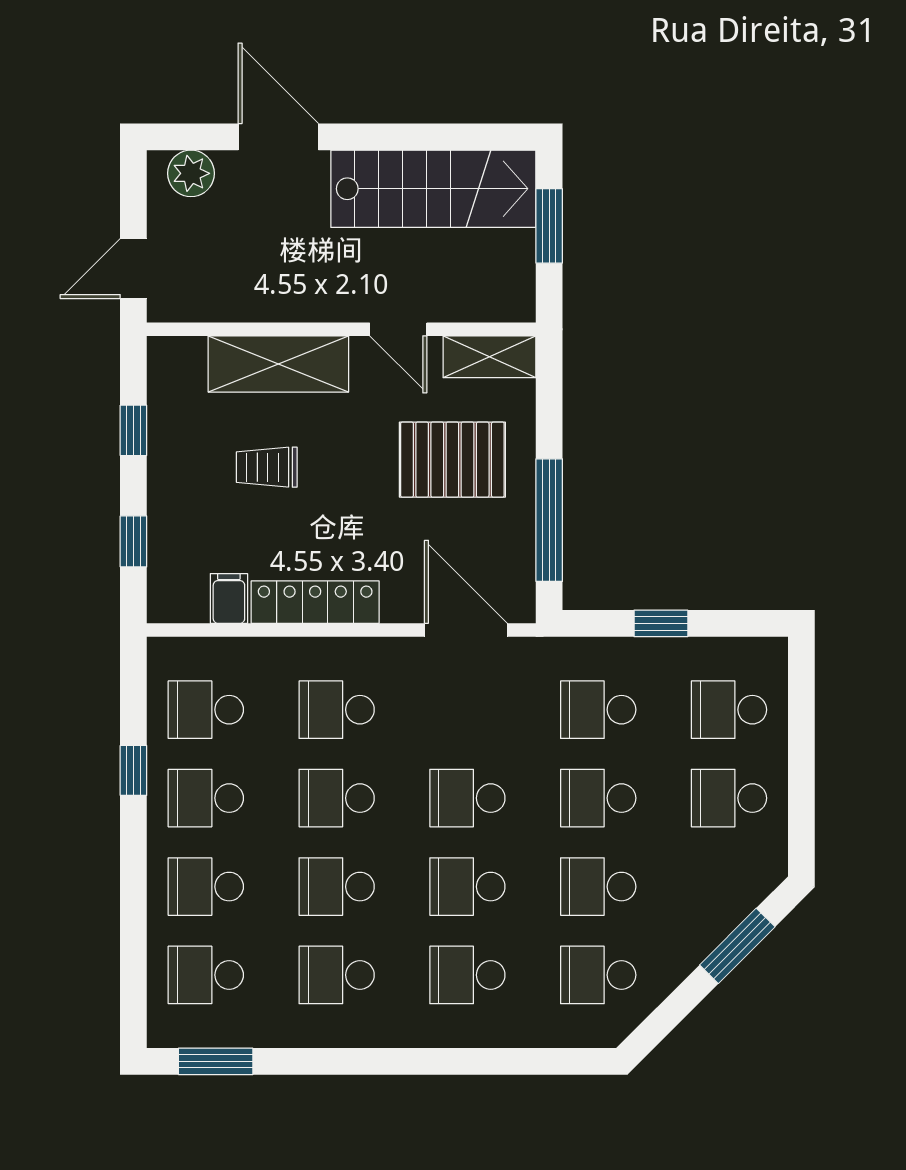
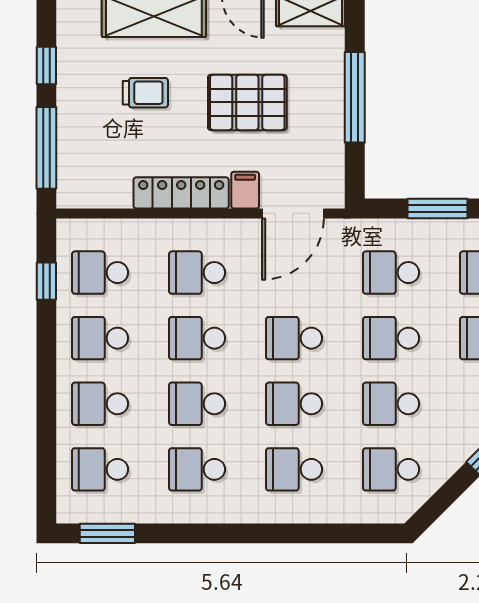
pallet: (452, 460) -> (247, 102), moved
trolley: (267, 467) -> (145, 93), turned 180
window: (549, 520) -> (355, 97), moved
window: (133, 541) -> (46, 148), width x2.17
filing cabinet: (229, 598) -> (245, 190), moved
window: (661, 623) -> (438, 209), width x1.50
door: (466, 630) -> (293, 213), swing flipped
window: (133, 770) -> (46, 281), moved

